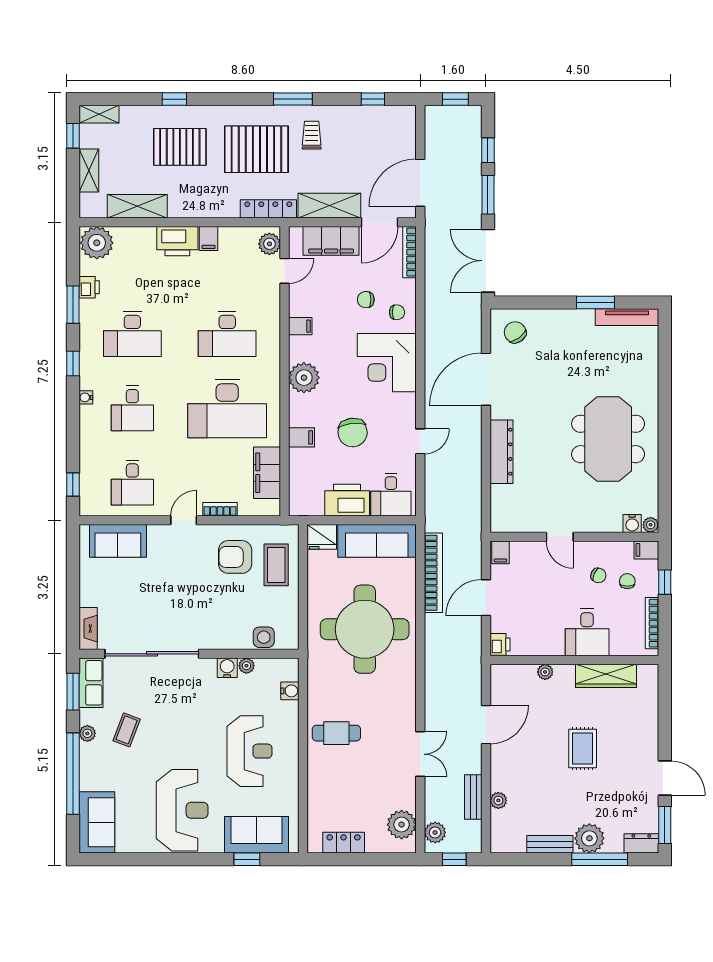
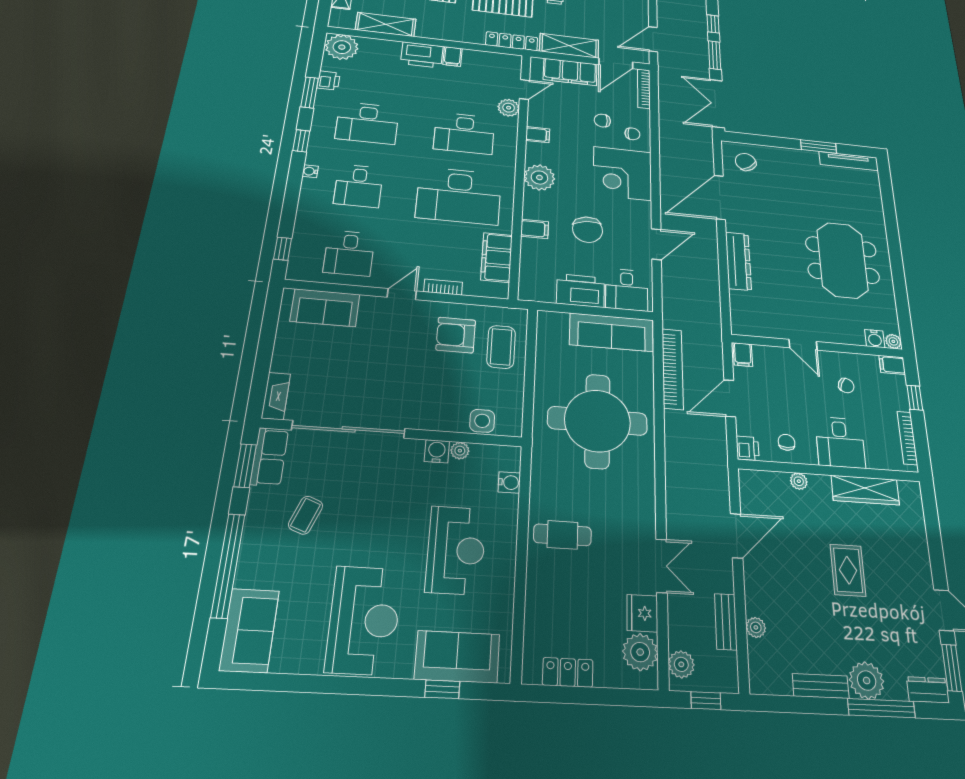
door: (420, 183) -> (653, 39), width x0.73
plant: (269, 244) -> (509, 108), moved
door: (420, 441) -> (656, 244), width x1.38
fridge: (322, 537) -> (642, 613), moved, turned 90
chair: (627, 581) -> (787, 442), moved
plant: (87, 733) -> (255, 516), removed

